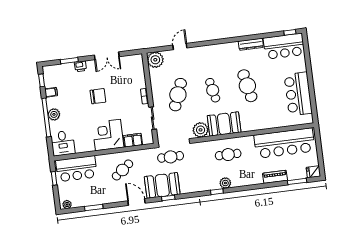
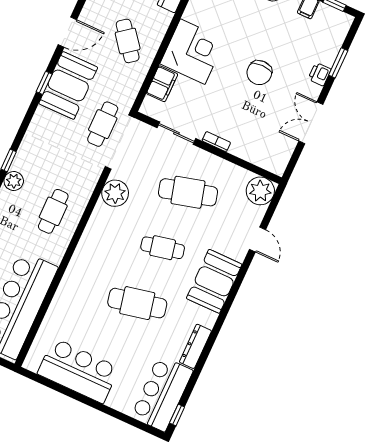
cafe table: (178, 95) -> (188, 192), turned -36
booth: (224, 124) -> (214, 281), moved

